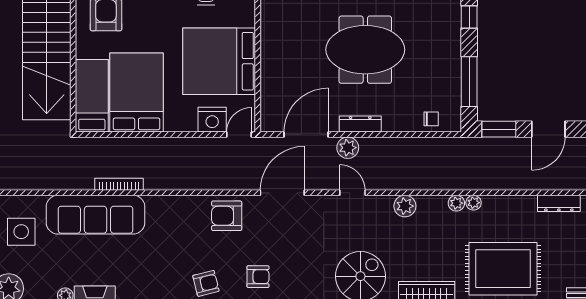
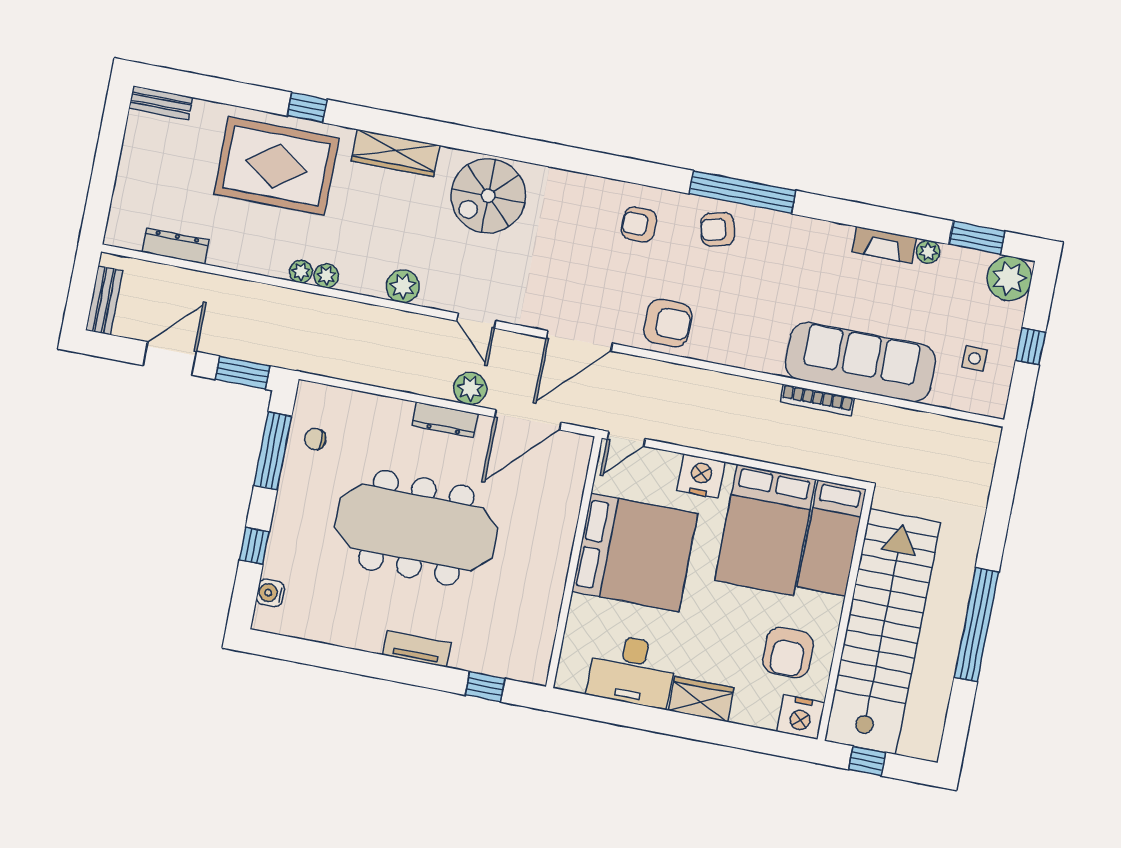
meeting table: (365, 50) -> (416, 528), width x1.36
chair: (431, 119) -> (315, 439), moved
nightstand: (212, 120) -> (701, 476), moved
side table: (21, 232) -> (975, 358), width x0.54, depth x0.54

